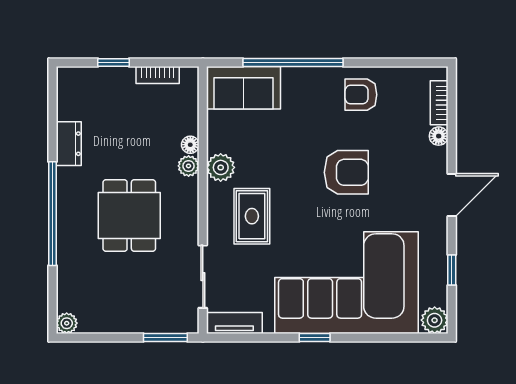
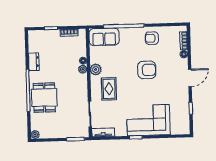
dining table: (129, 215) -> (44, 98), moved
corner sofa: (347, 283) -> (148, 120), width x0.73, depth x0.74
plant: (435, 320) -> (184, 129), removed

